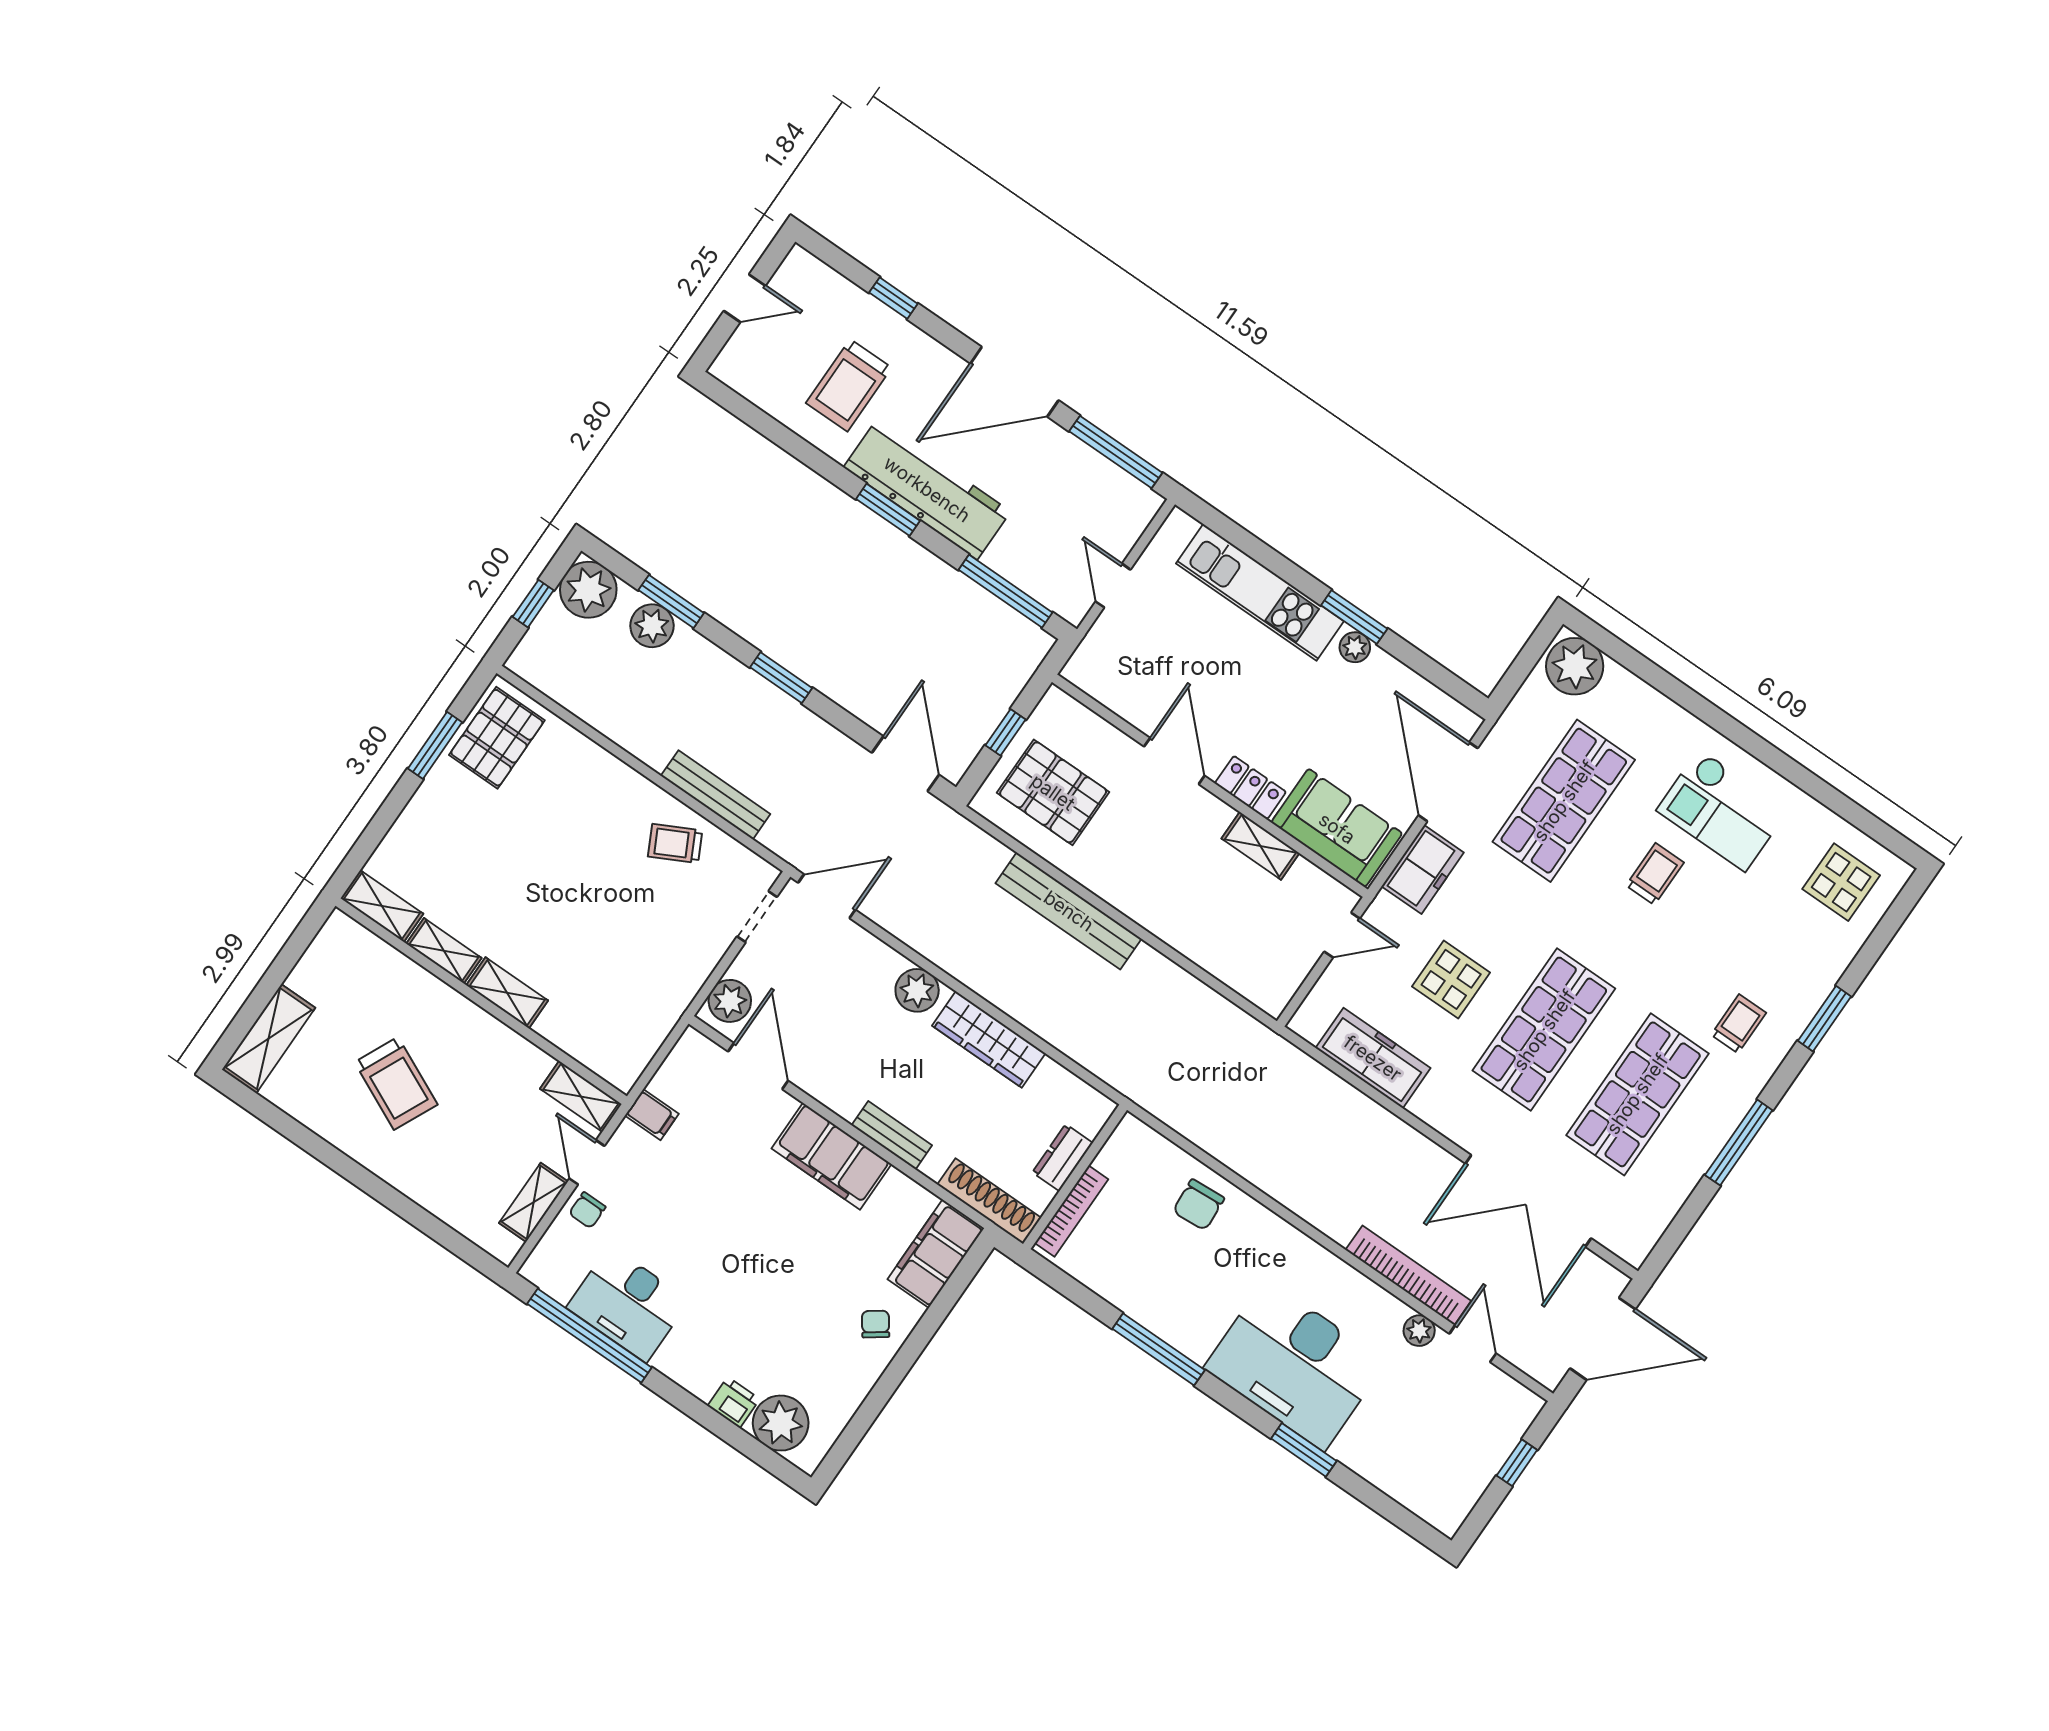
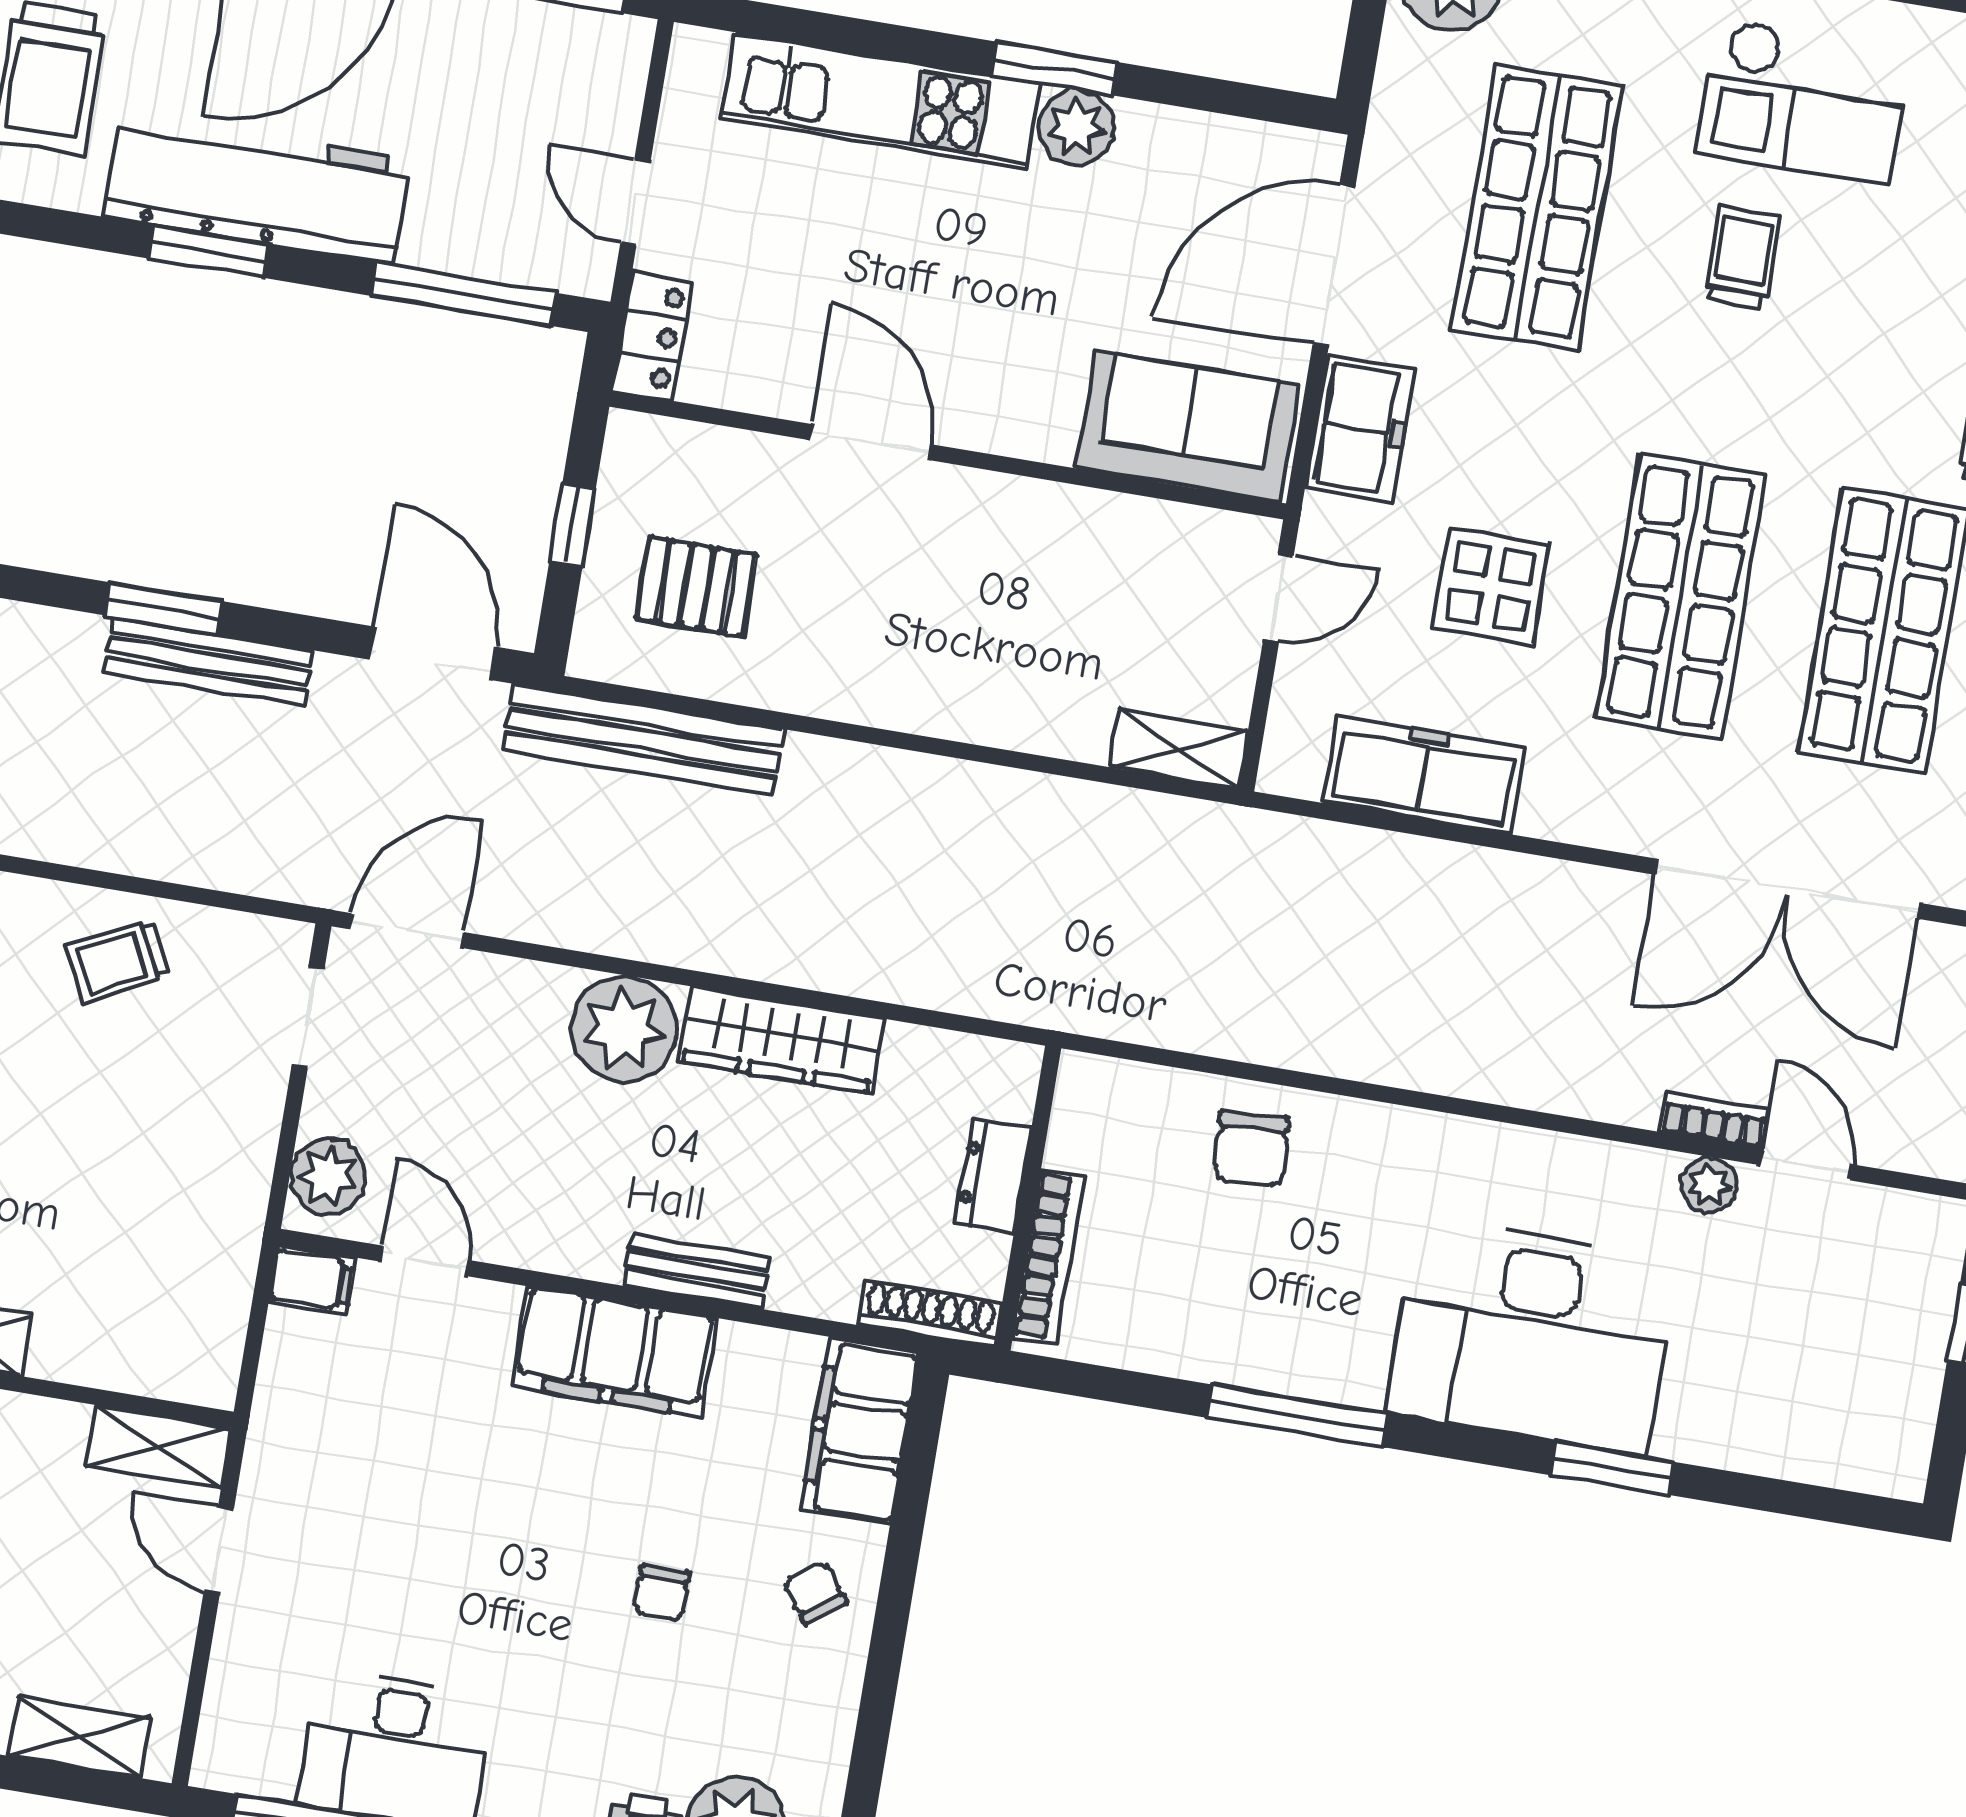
plant: (1355, 647) -> (1076, 127), width x1.38, depth x1.38
door: (1448, 782) -> (1334, 265), hinge flipped
locker: (1250, 788) -> (652, 336), moved, turned 90
pallet: (1053, 792) -> (696, 587), width x0.67, depth x0.71
bench: (716, 795) -> (209, 662), moved
shelving: (1260, 846) -> (1179, 749), moved
bench: (1069, 911) -> (643, 740), moved
plant: (917, 990) -> (624, 1029), width x1.36, depth x1.36
door: (758, 1066) -> (425, 1261), width x0.73
filing cabinet: (652, 1115) -> (312, 1280), moved
shoe rack: (989, 1201) -> (930, 1313), width x0.74, depth x0.81
shelving: (534, 1202) -> (79, 1737), moved, turned 90
chair: (587, 1210) -> (661, 1593), moved
bookcase: (1408, 1275) -> (1714, 1120), width x0.43, depth x0.76

